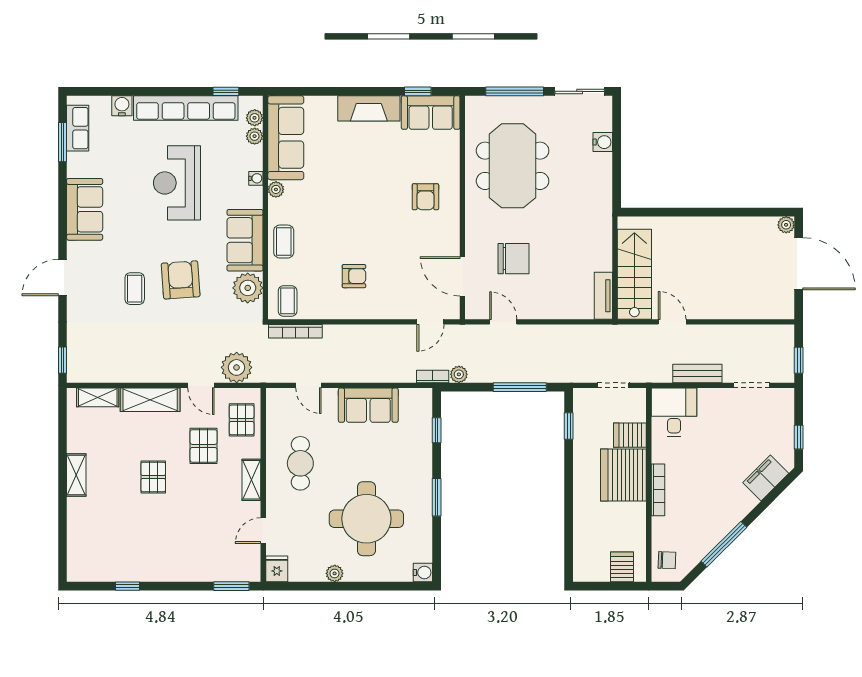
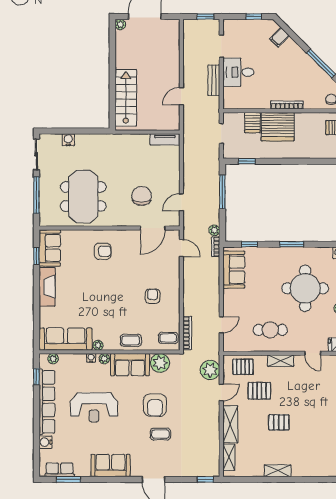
plant: (255, 136) -> (104, 359), moved
meeting table: (513, 166) -> (83, 196), turned 90
stairs: (634, 274) -> (126, 98), moved, turned 90
armchair: (181, 280) -> (155, 405), turned -86
sofa: (368, 405) -> (234, 270), moved
desk: (674, 412) -> (238, 72), moved
filing cabinet: (766, 478) -> (280, 37), width x0.50

